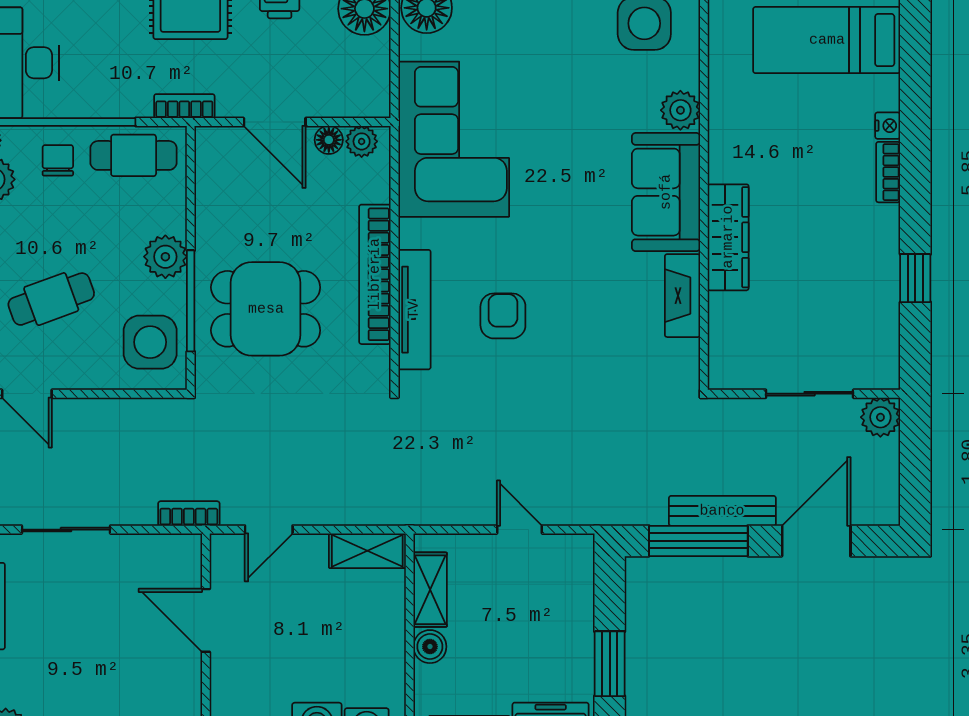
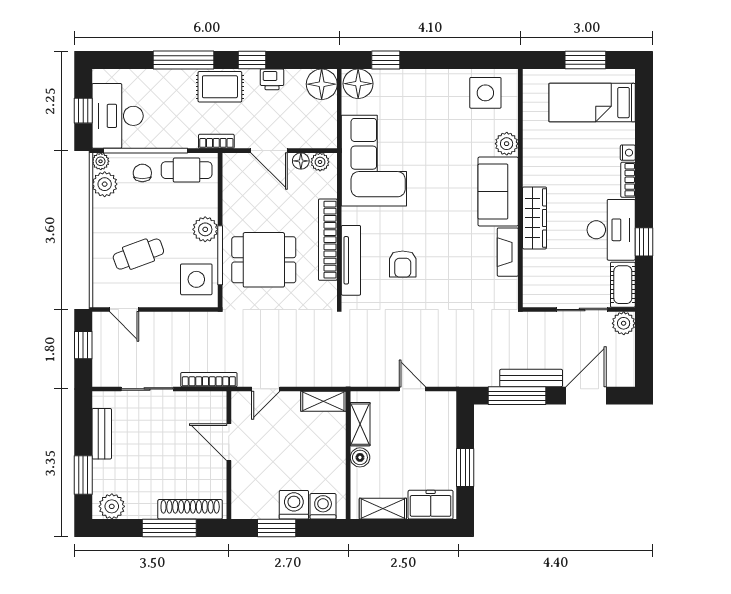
desk: (859, 257) -> (611, 230), added
armchair: (503, 316) -> (403, 264), turned 180
cot: (879, 351) -> (623, 285), added
bookcase: (189, 514) -> (209, 380), width x1.56

